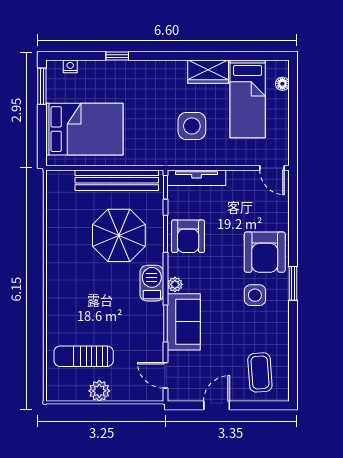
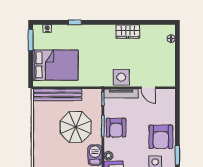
bed: (248, 99) -> (151, 47), removed
side table: (192, 126) -> (121, 77), moved
door: (272, 168) -> (148, 88), moved
bench: (117, 180) -> (57, 95), moved

